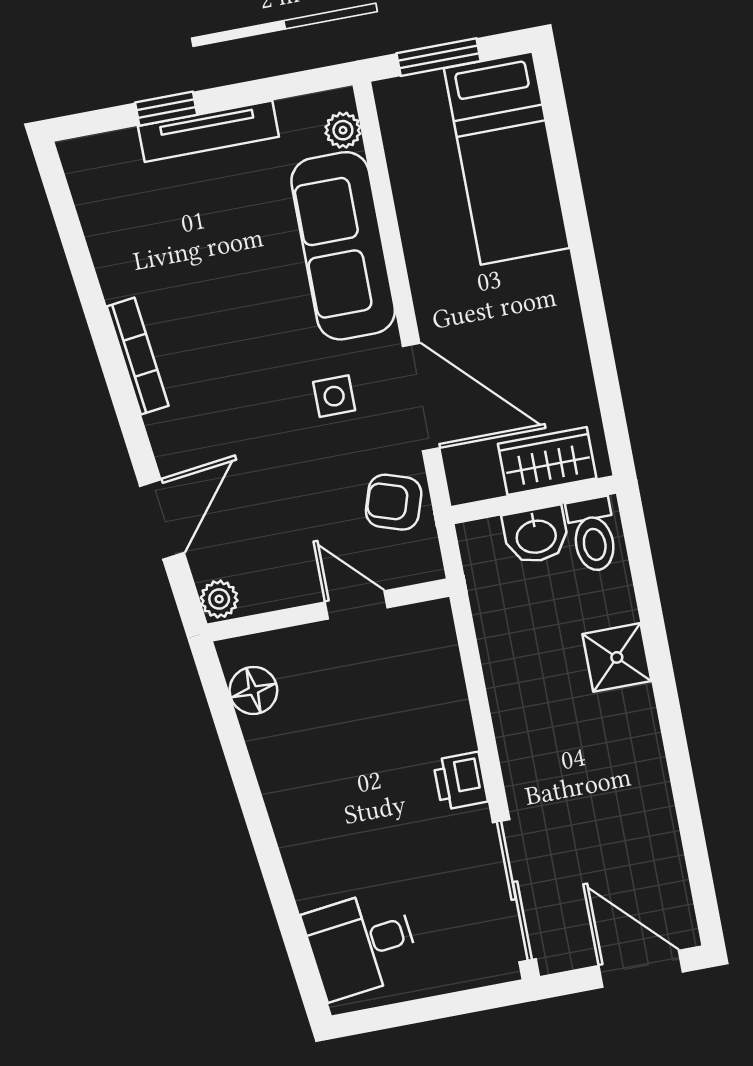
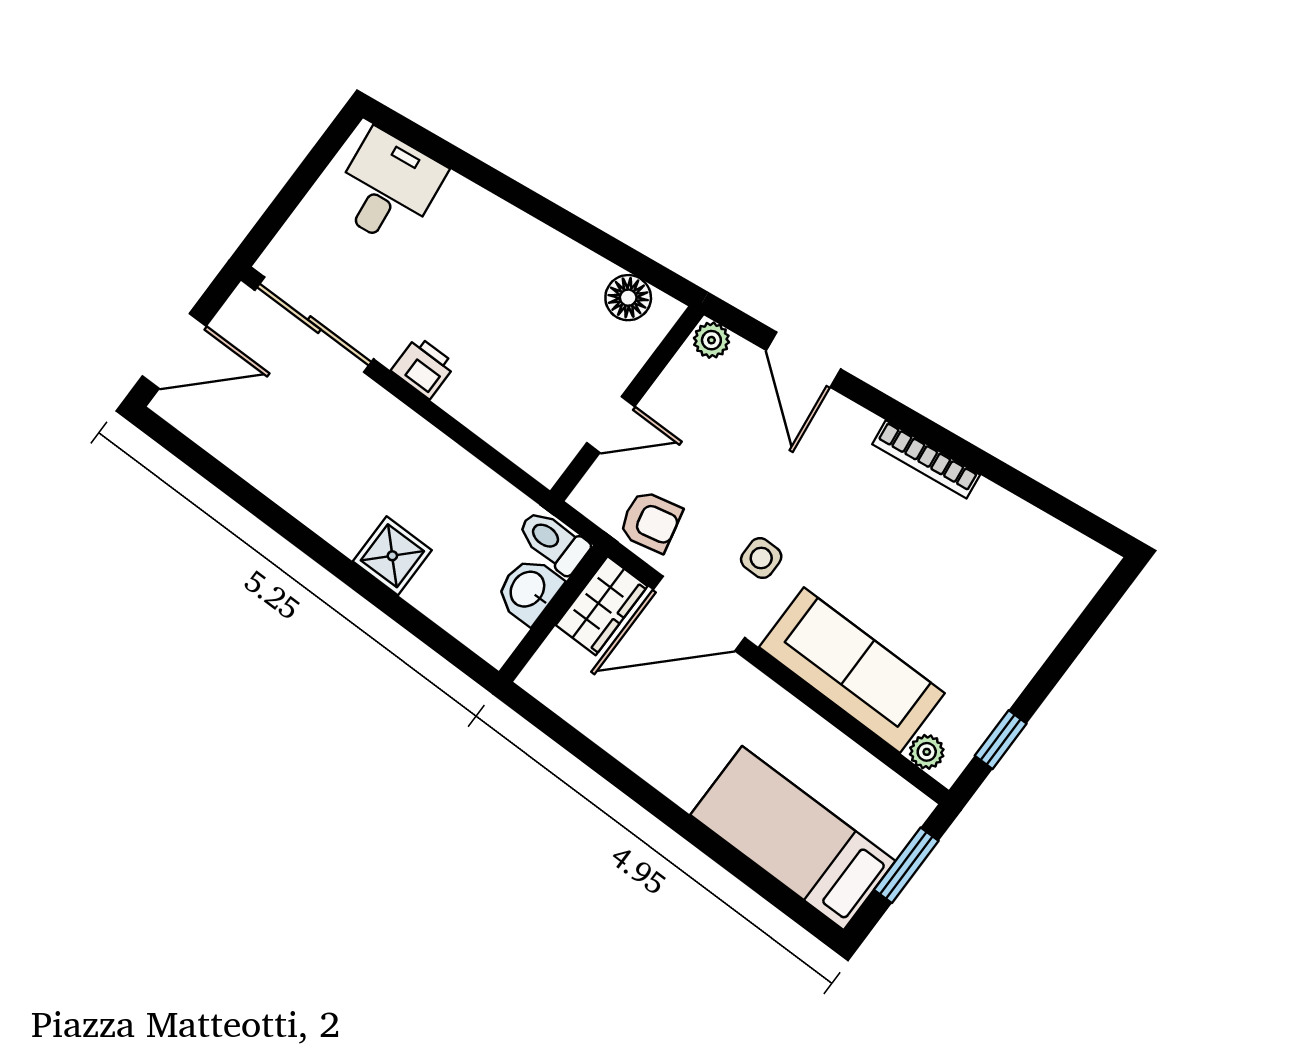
window: (166, 109) -> (1001, 740), moved
tv unit: (208, 131) -> (1021, 664), removed
wardrobe: (547, 461) -> (602, 606), moved
armchair: (394, 502) -> (651, 521), turned 59
toilet: (593, 535) -> (553, 541), moved

